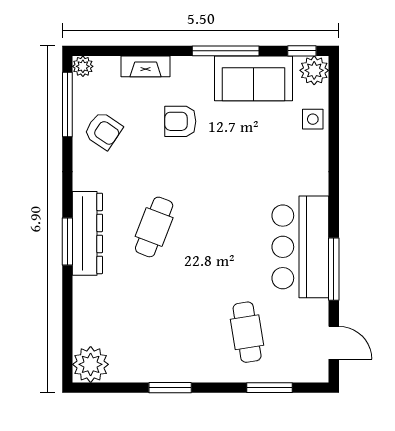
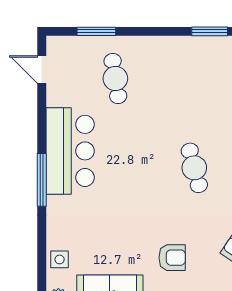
cafe table: (154, 227) -> (194, 168), turned -36
window: (334, 269) -> (42, 180), moved
window: (170, 388) -> (210, 31), moved

